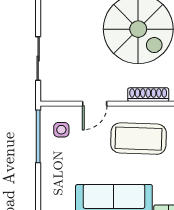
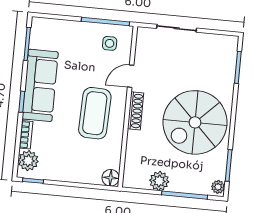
shoe rack: (148, 95) -> (136, 111), moved
door: (95, 104) -> (131, 76), hinge flipped

